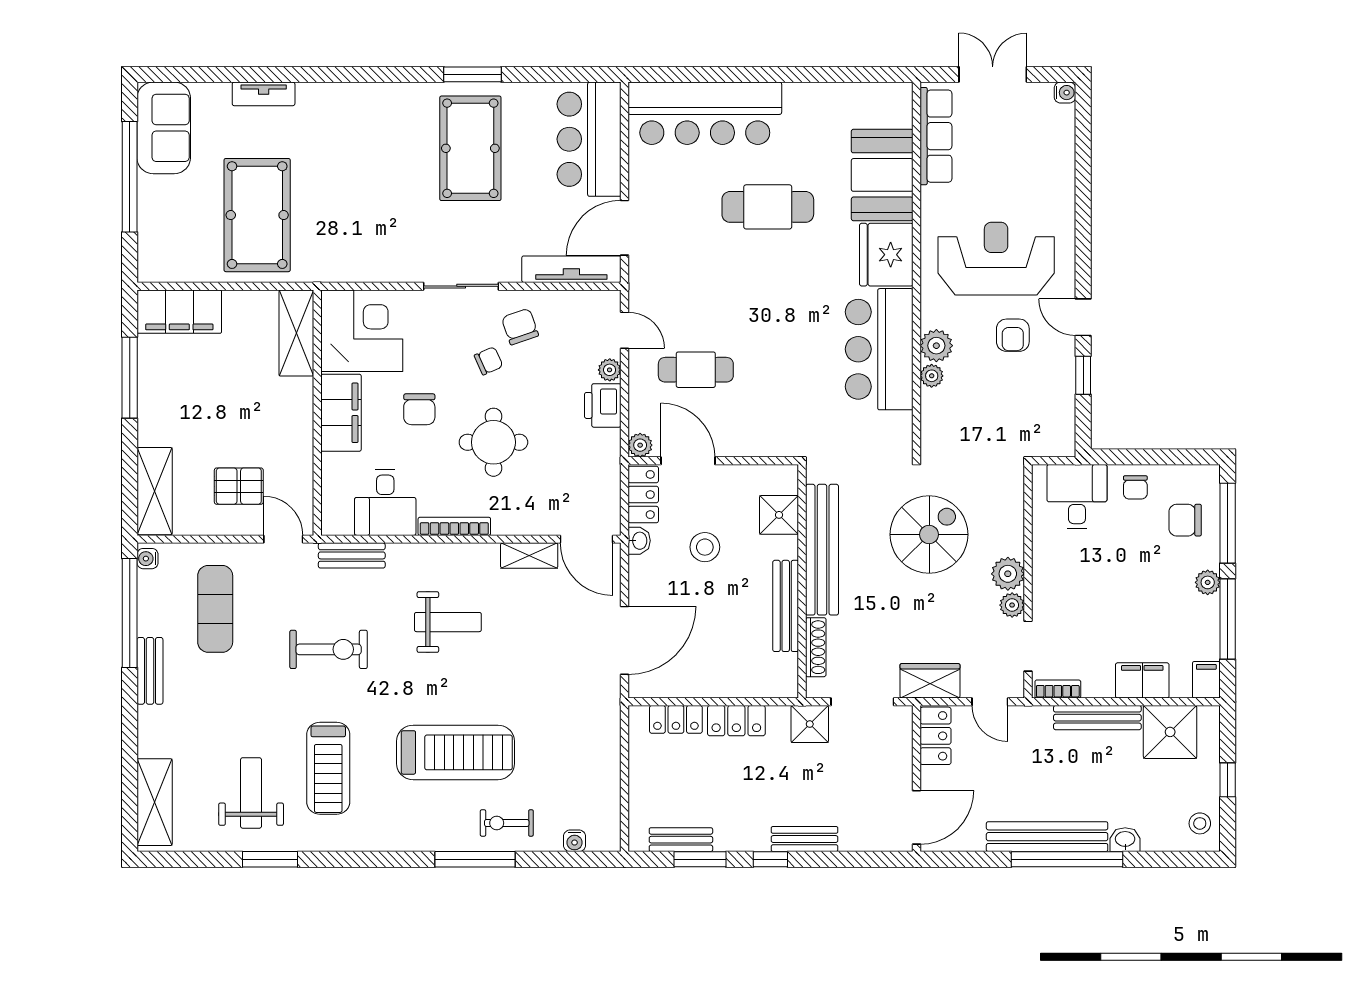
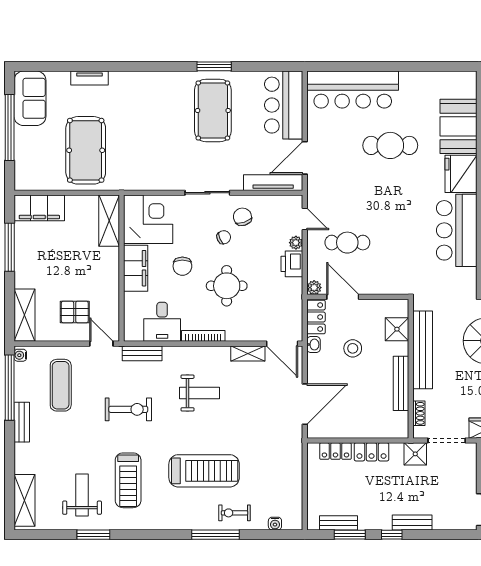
shoe rack: (816, 647) -> (419, 413), width x0.70

